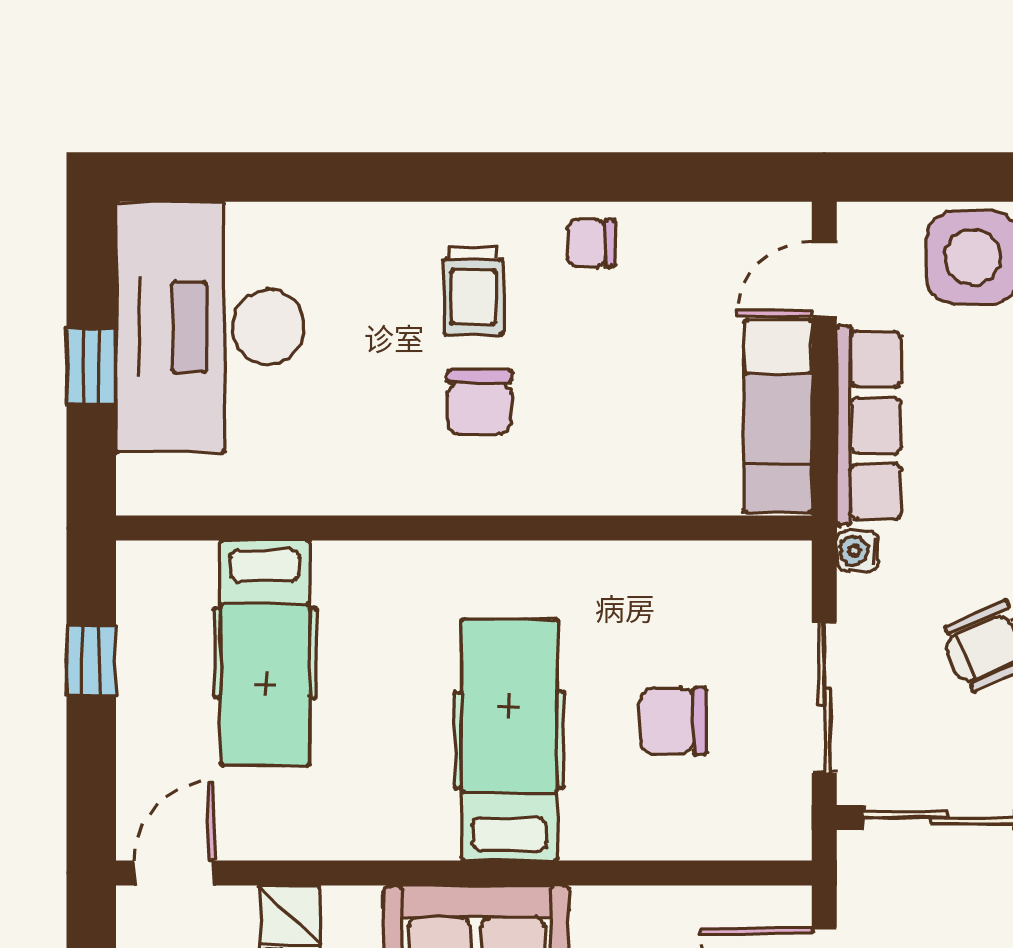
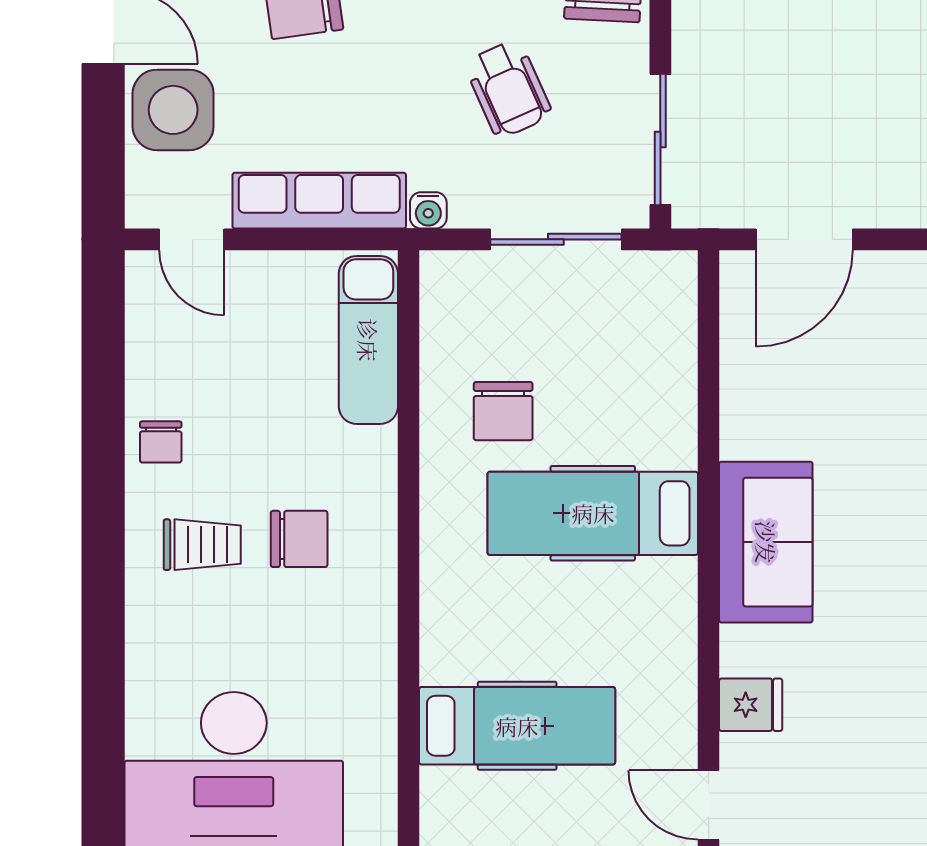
exam couch: (778, 416) -> (368, 340), moved, turned 90
chair: (673, 721) -> (503, 411), moved

